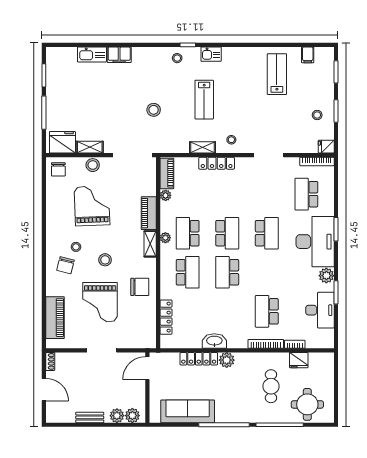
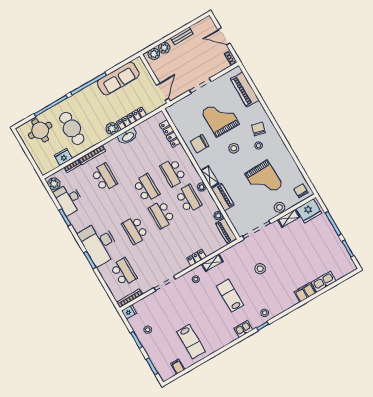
locker: (217, 163) -> (197, 258), width x0.66
plant: (326, 276) -> (54, 184), moved
cafe table: (271, 386) -> (72, 128), width x1.37, depth x1.35

